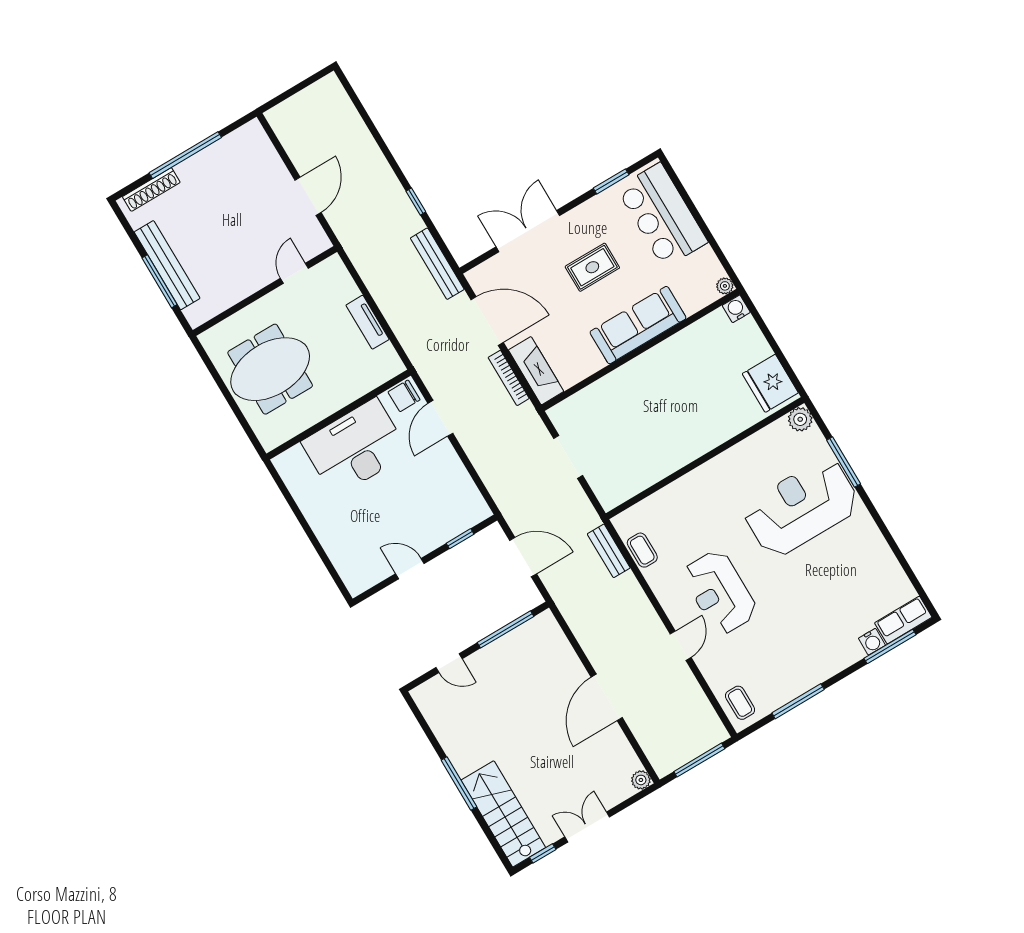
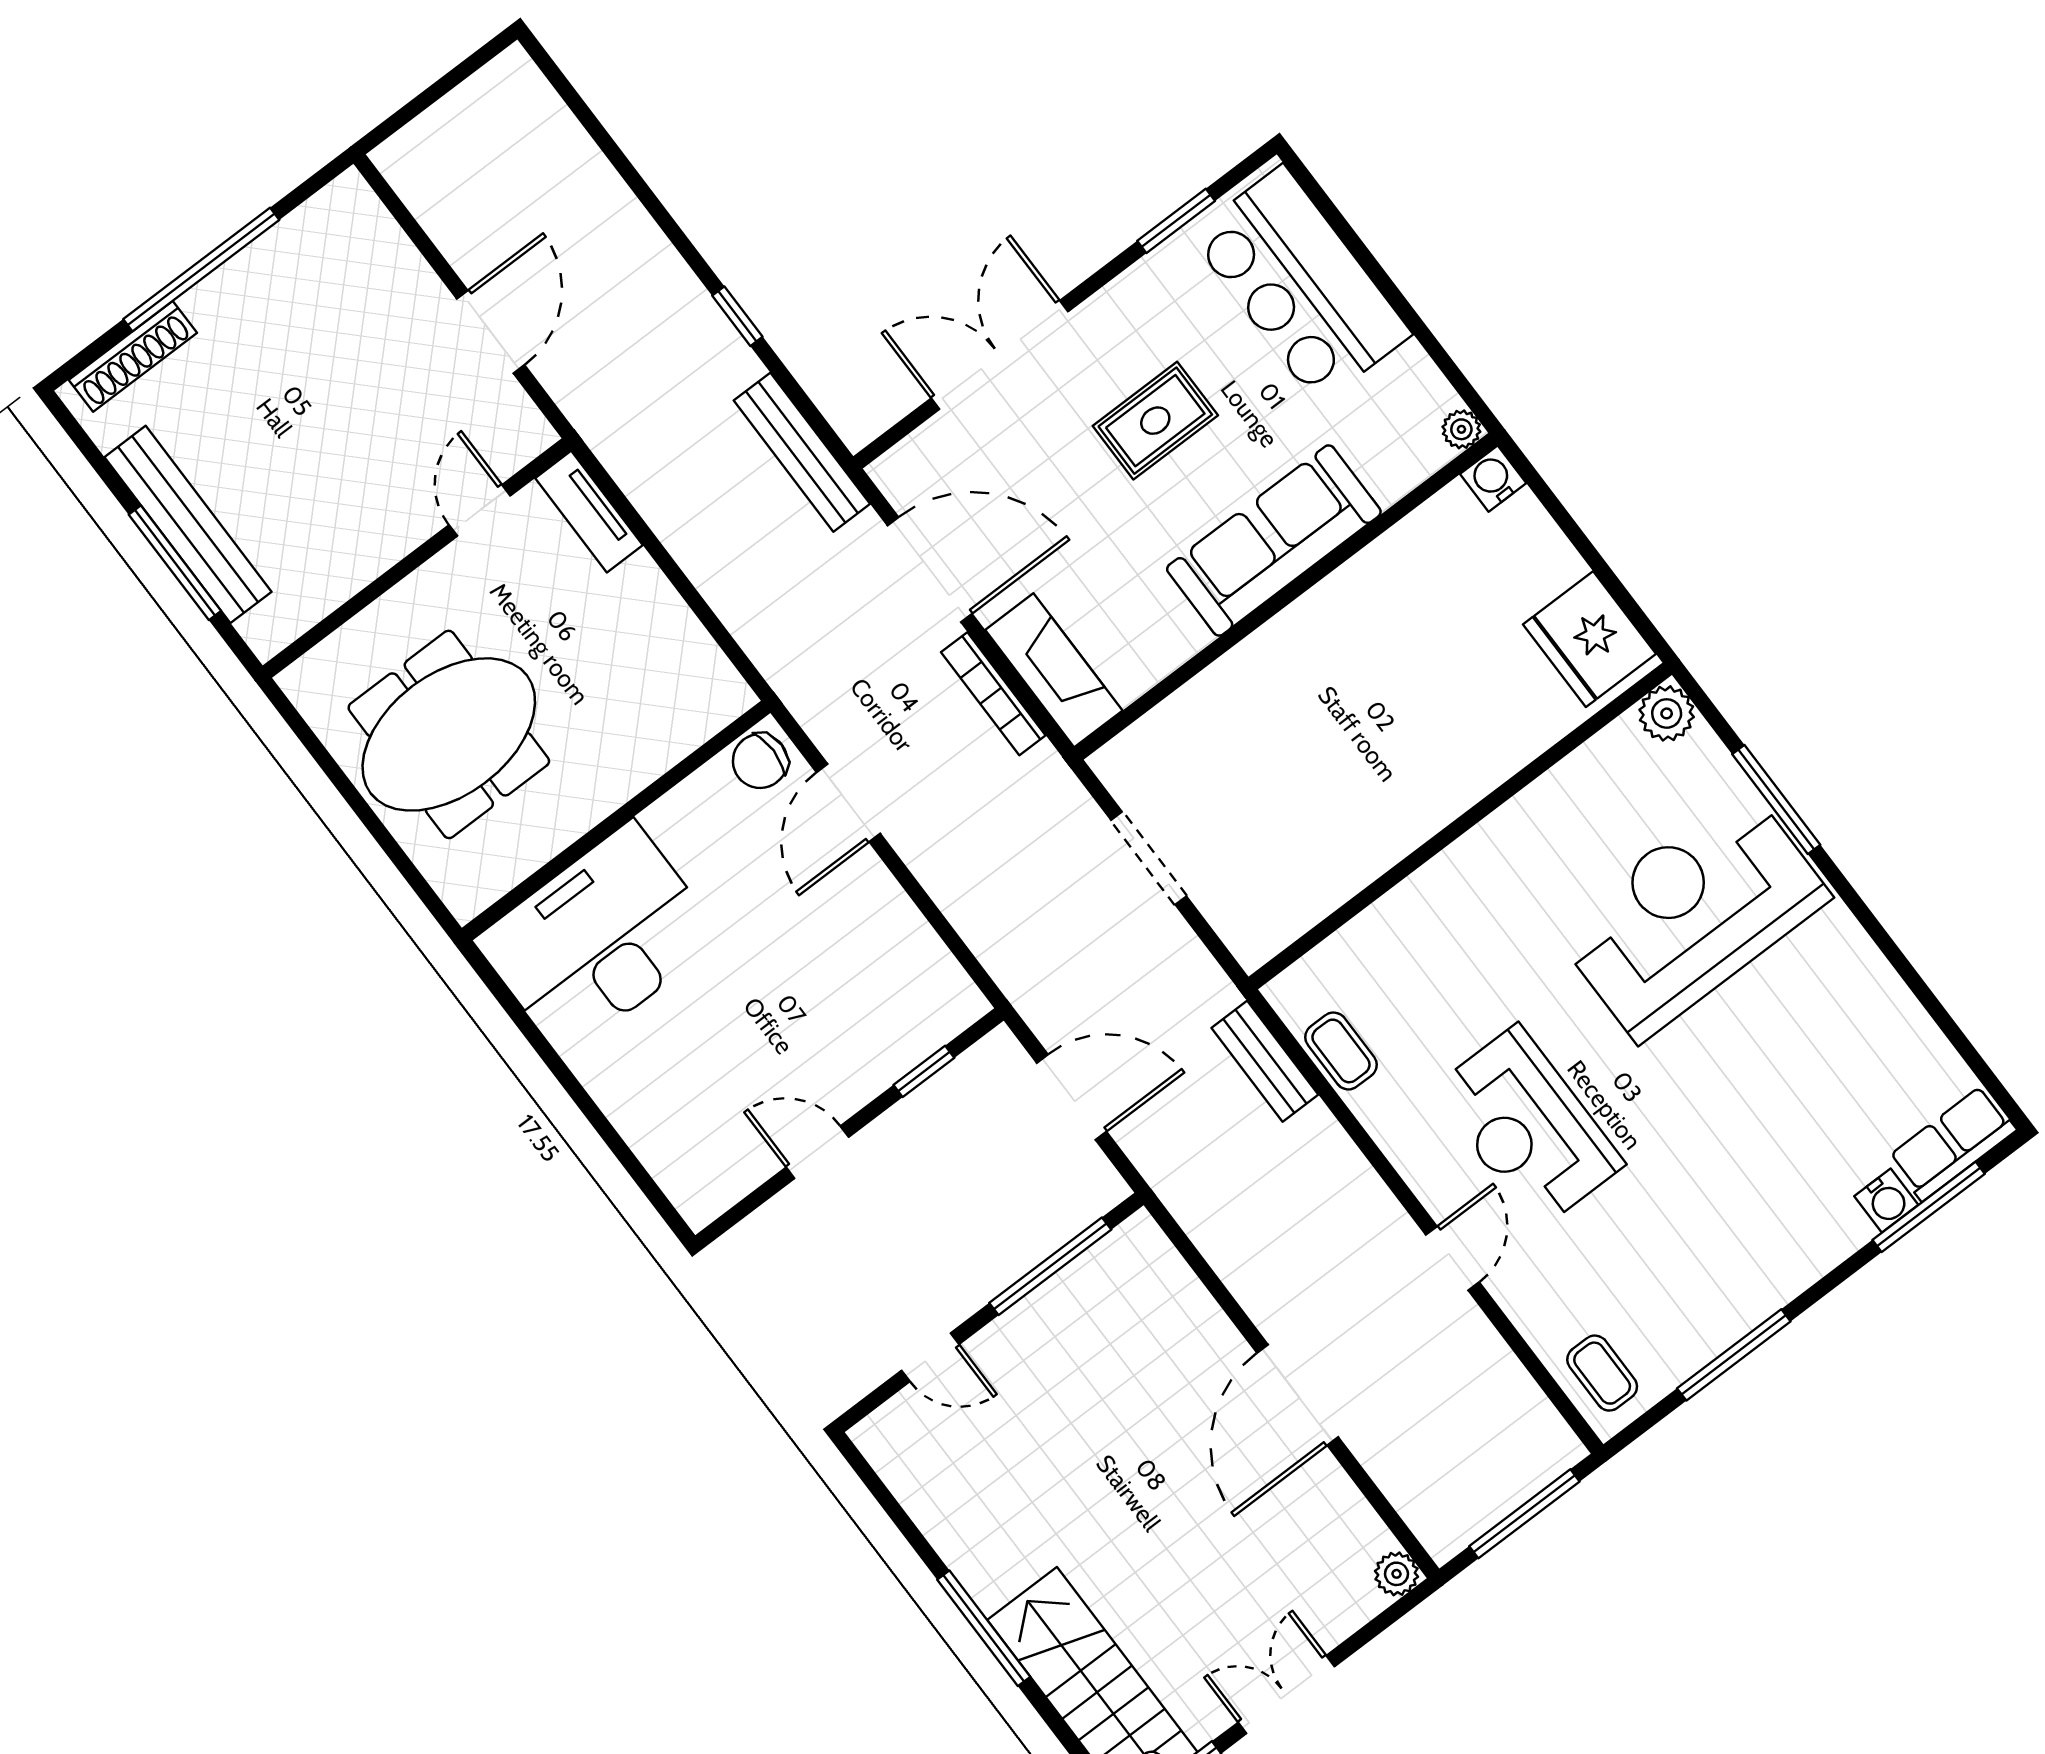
tv unit: (368, 322) -> (589, 512), moved
desk: (355, 447) -> (598, 939), moved

